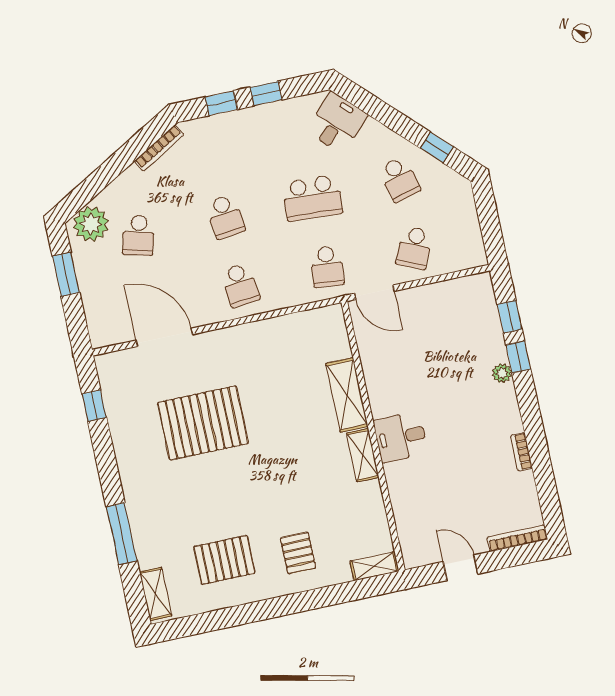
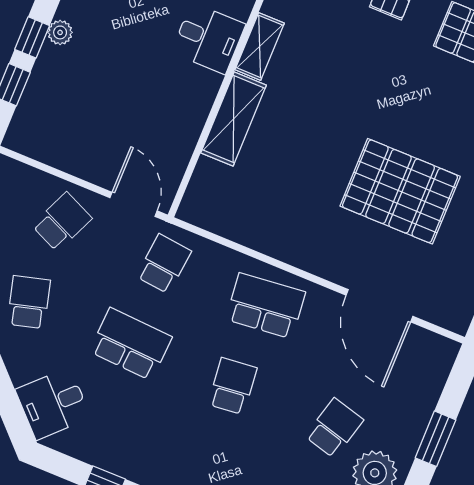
school desk: (240, 285) -> (266, 306), width x1.85

